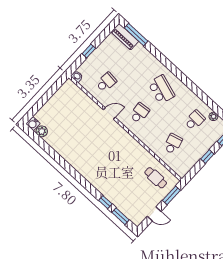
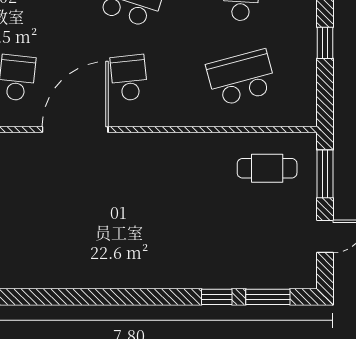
door: (109, 114) -> (75, 130), width x1.88
school desk: (173, 144) -> (241, 78), width x1.85

